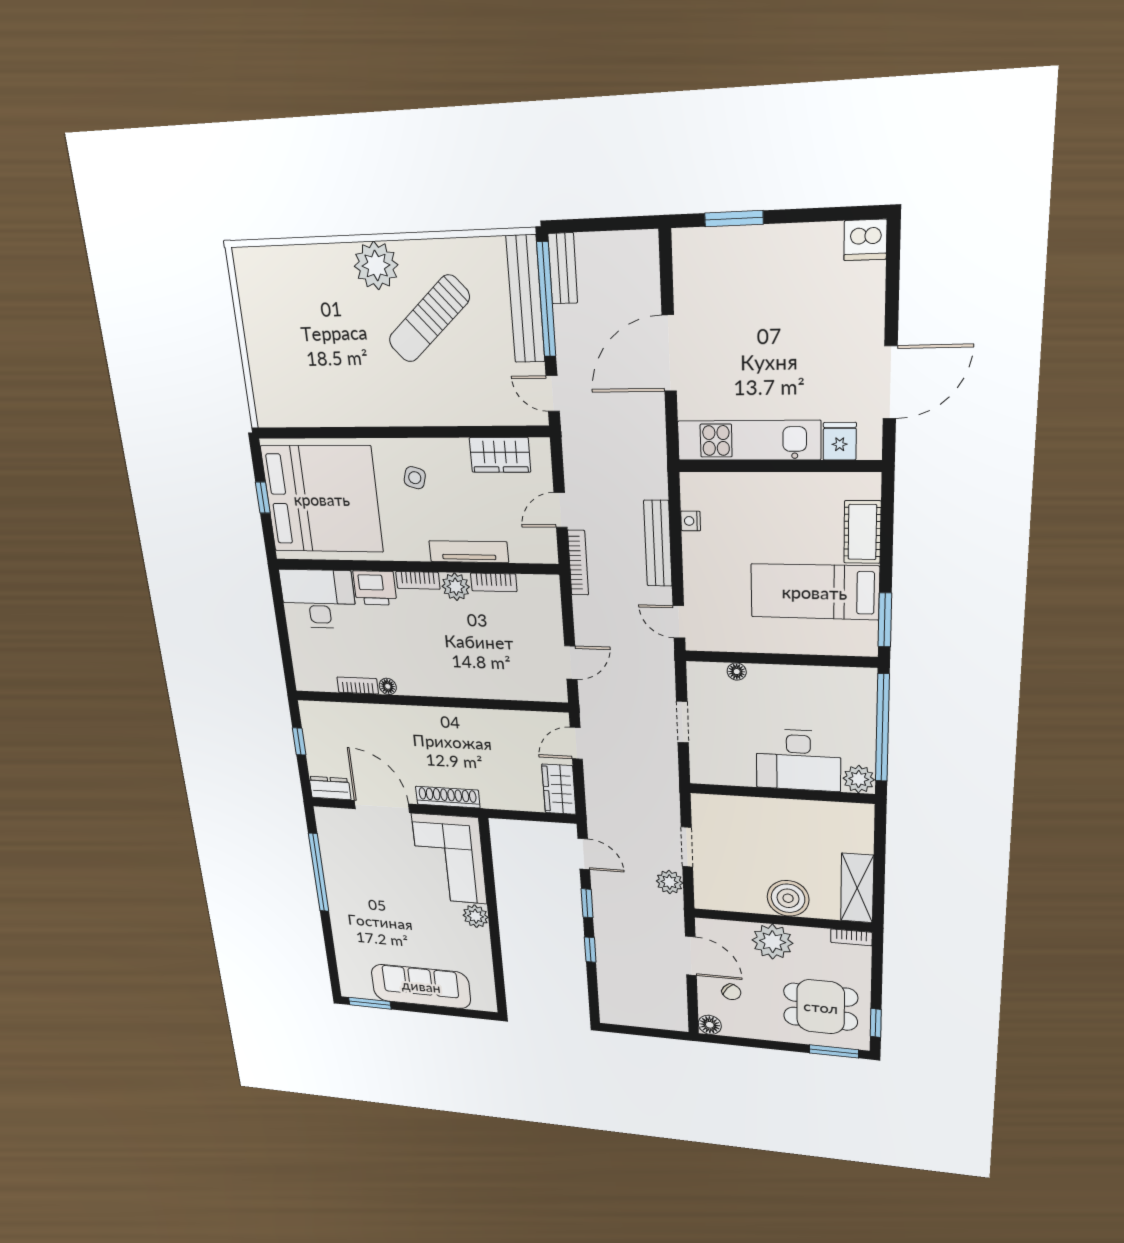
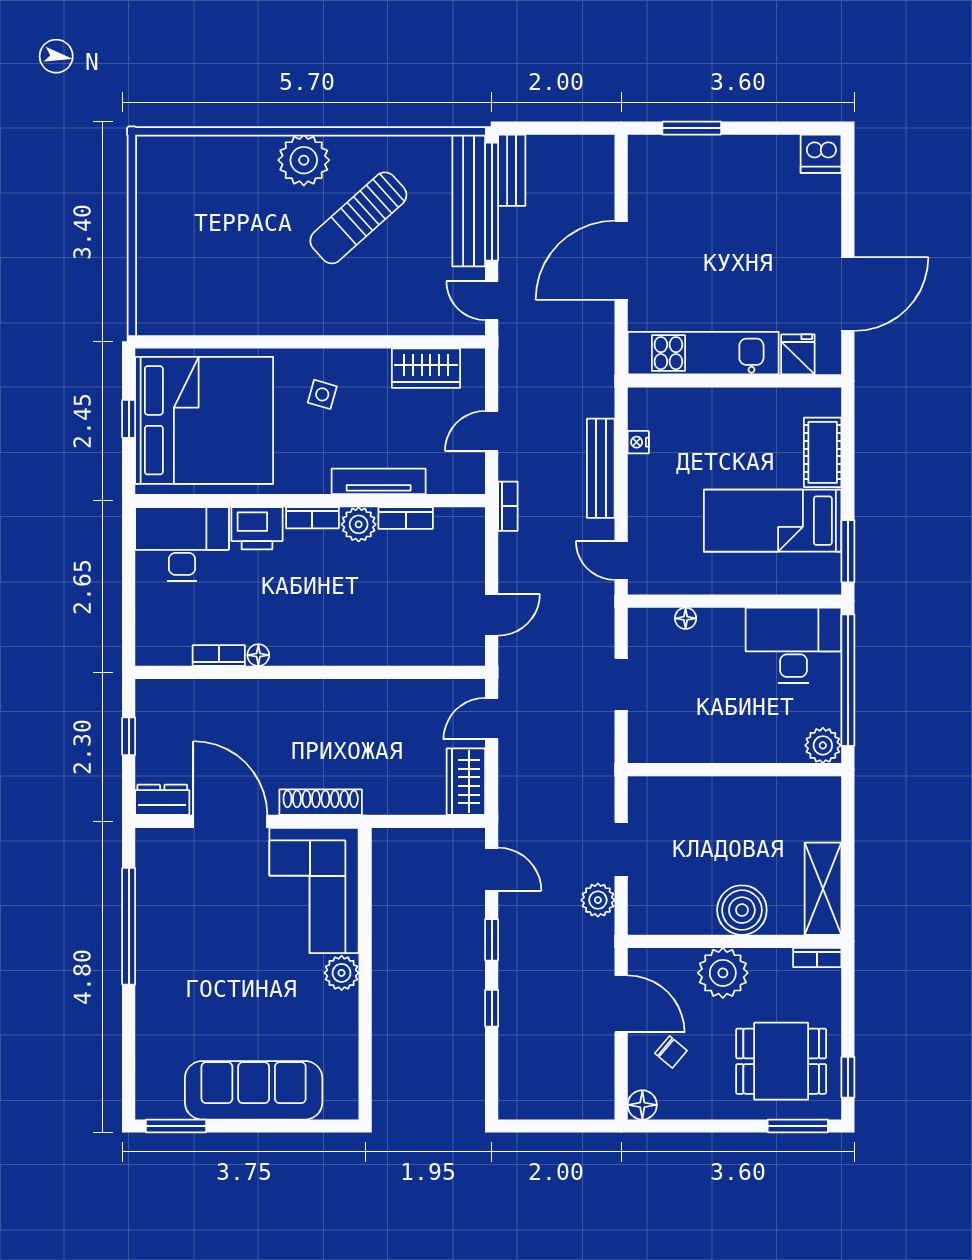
bookcase: (578, 563) -> (508, 506), width x0.64
desk: (798, 760) -> (794, 645), moved, turned 180

